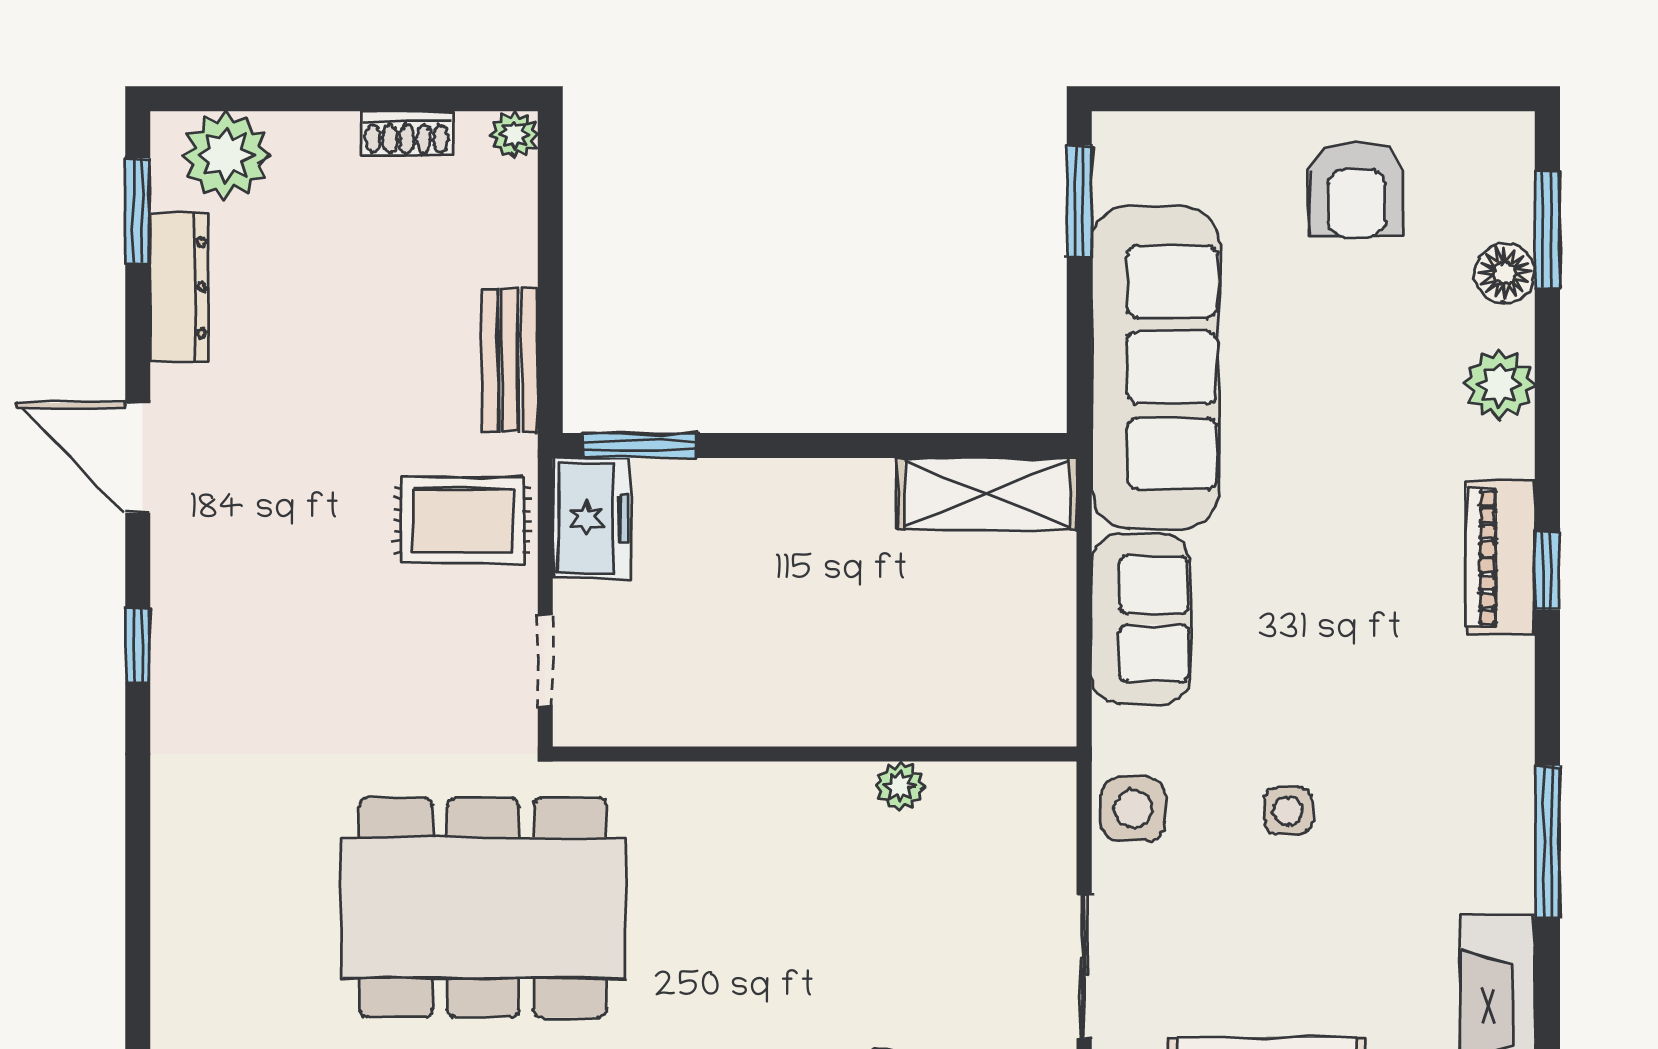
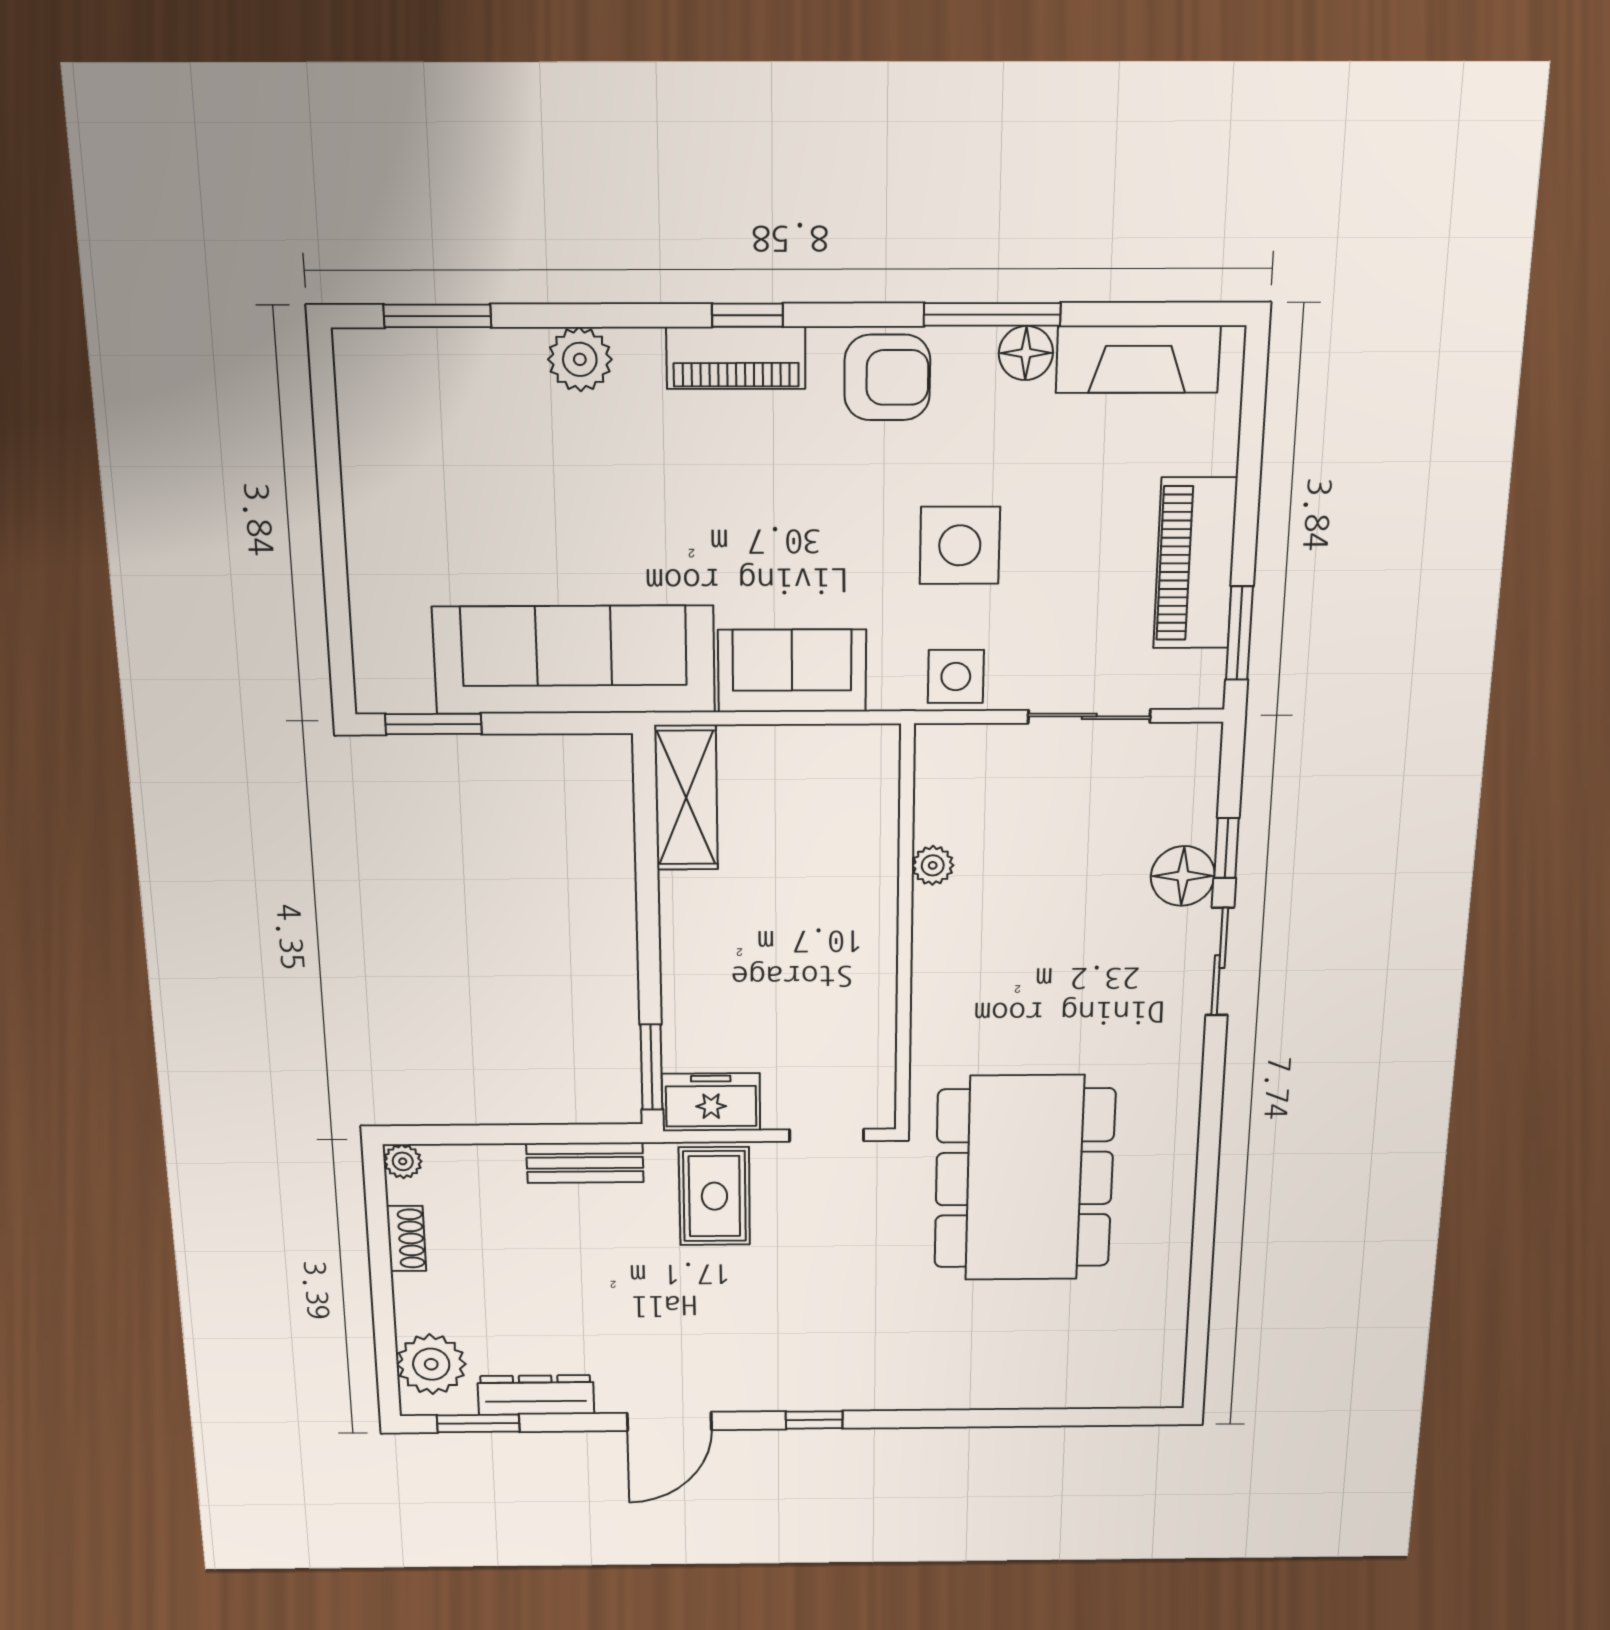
armchair: (1357, 189) -> (887, 377), moved
floor lamp: (1505, 273) -> (1026, 353), moved
side table: (1288, 811) -> (960, 545), width x1.87, depth x1.87

